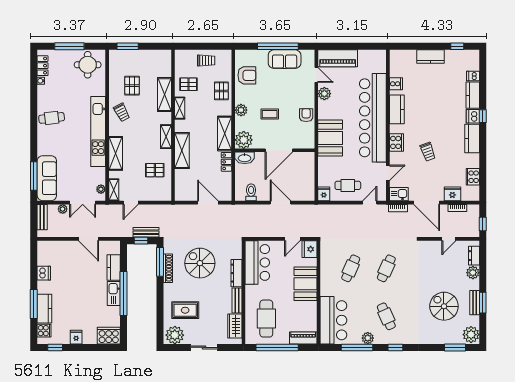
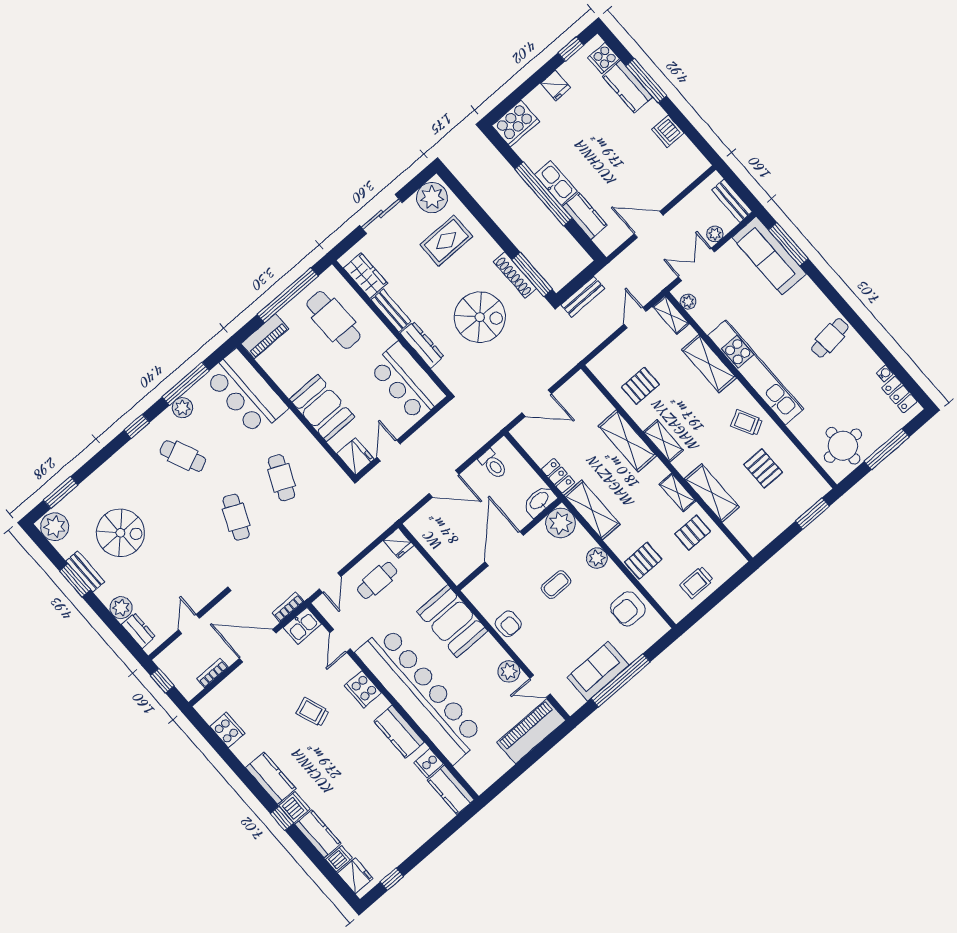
kitchen counter: (430, 56) -> (451, 790), moved, turned -90
pallet: (221, 91) -> (643, 561), turned 90
fridge: (452, 194) -> (355, 876), moved, turned -90
window: (141, 241) -> (580, 281), removed

